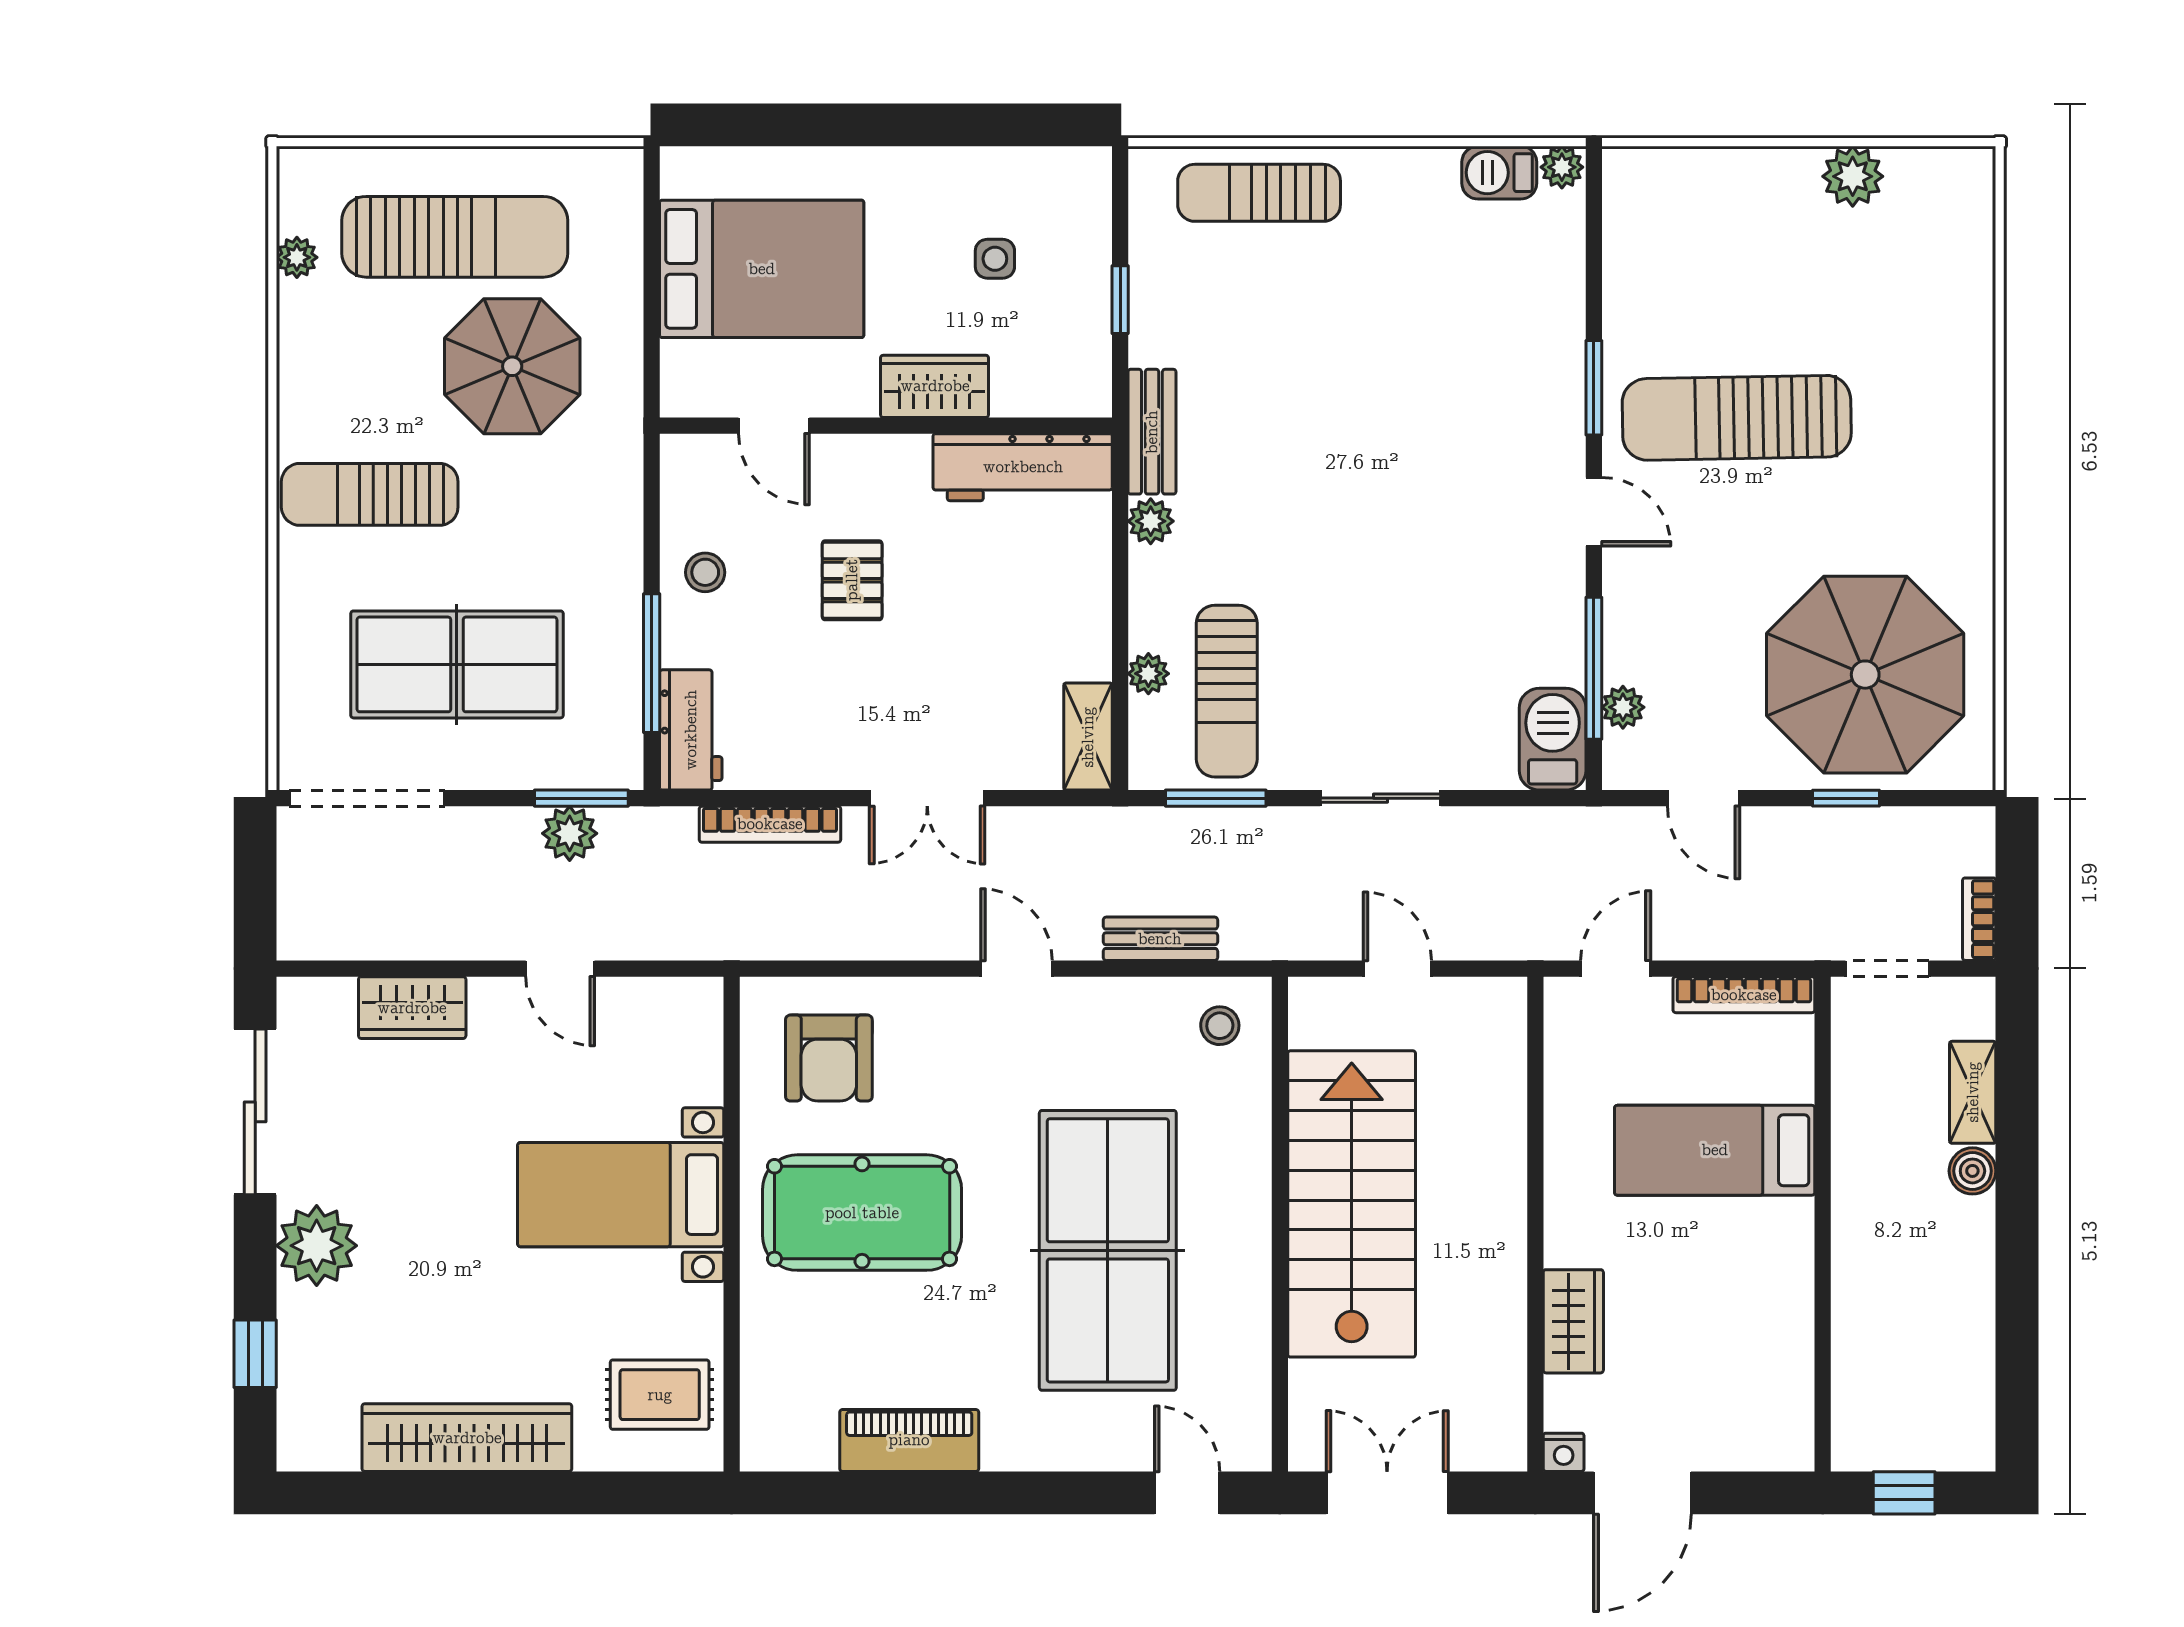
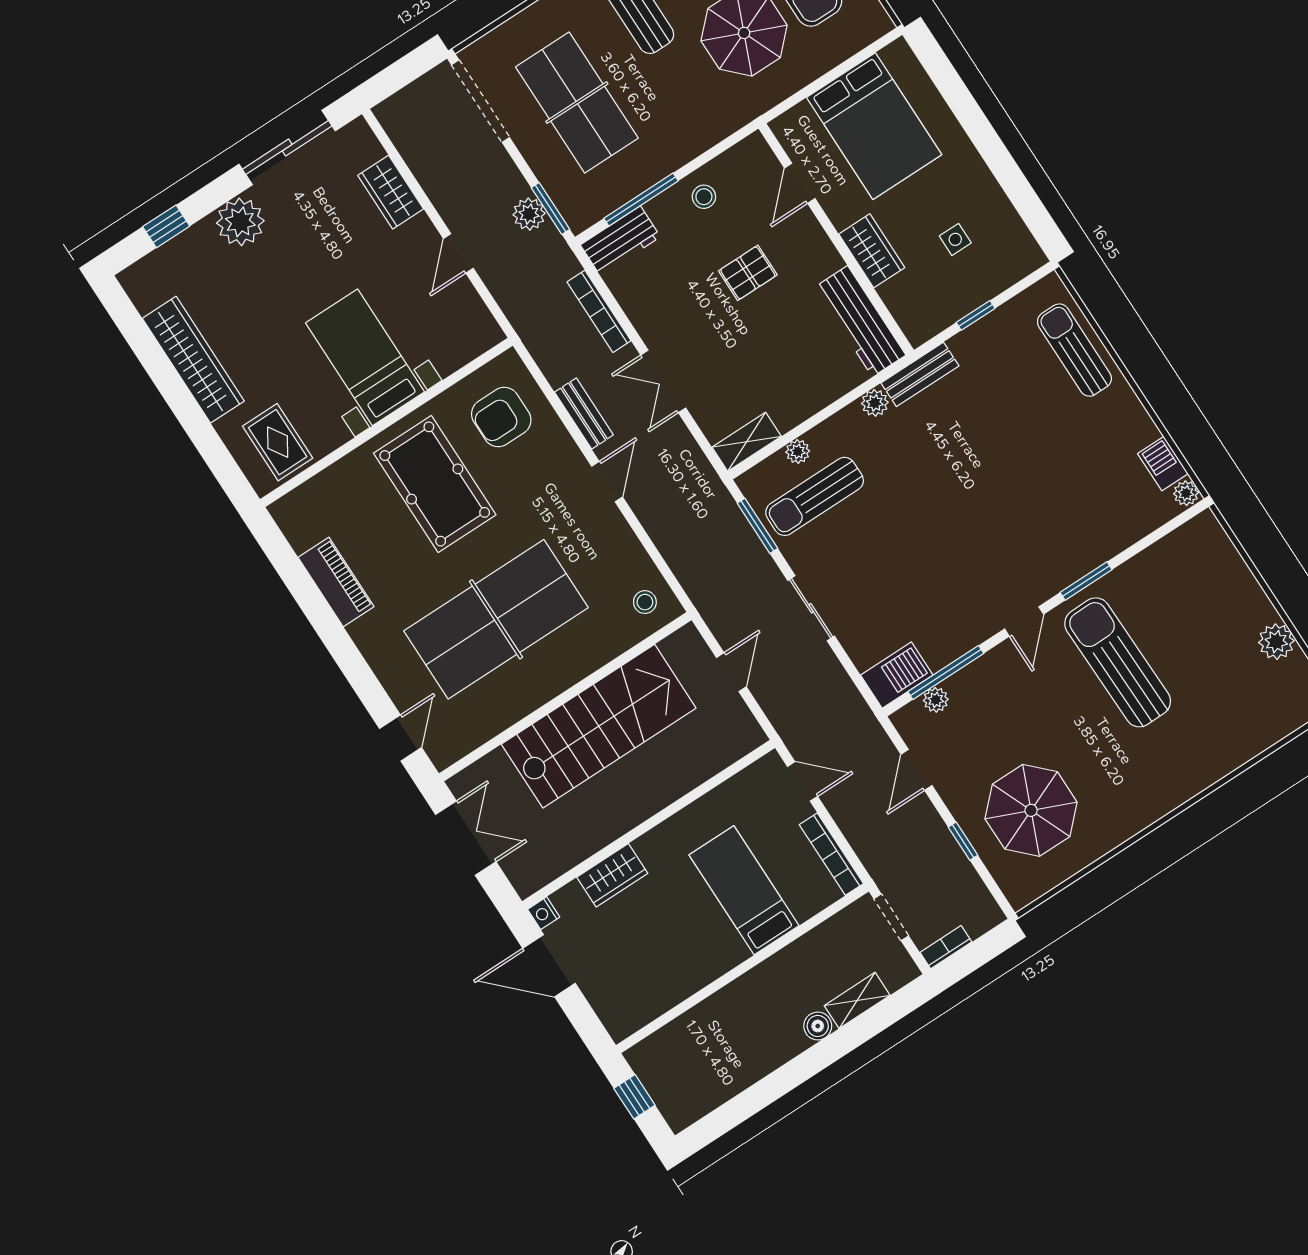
parasol: (1865, 675) -> (1031, 810), width x0.73, depth x0.73
bench: (1160, 939) -> (584, 414), moved

